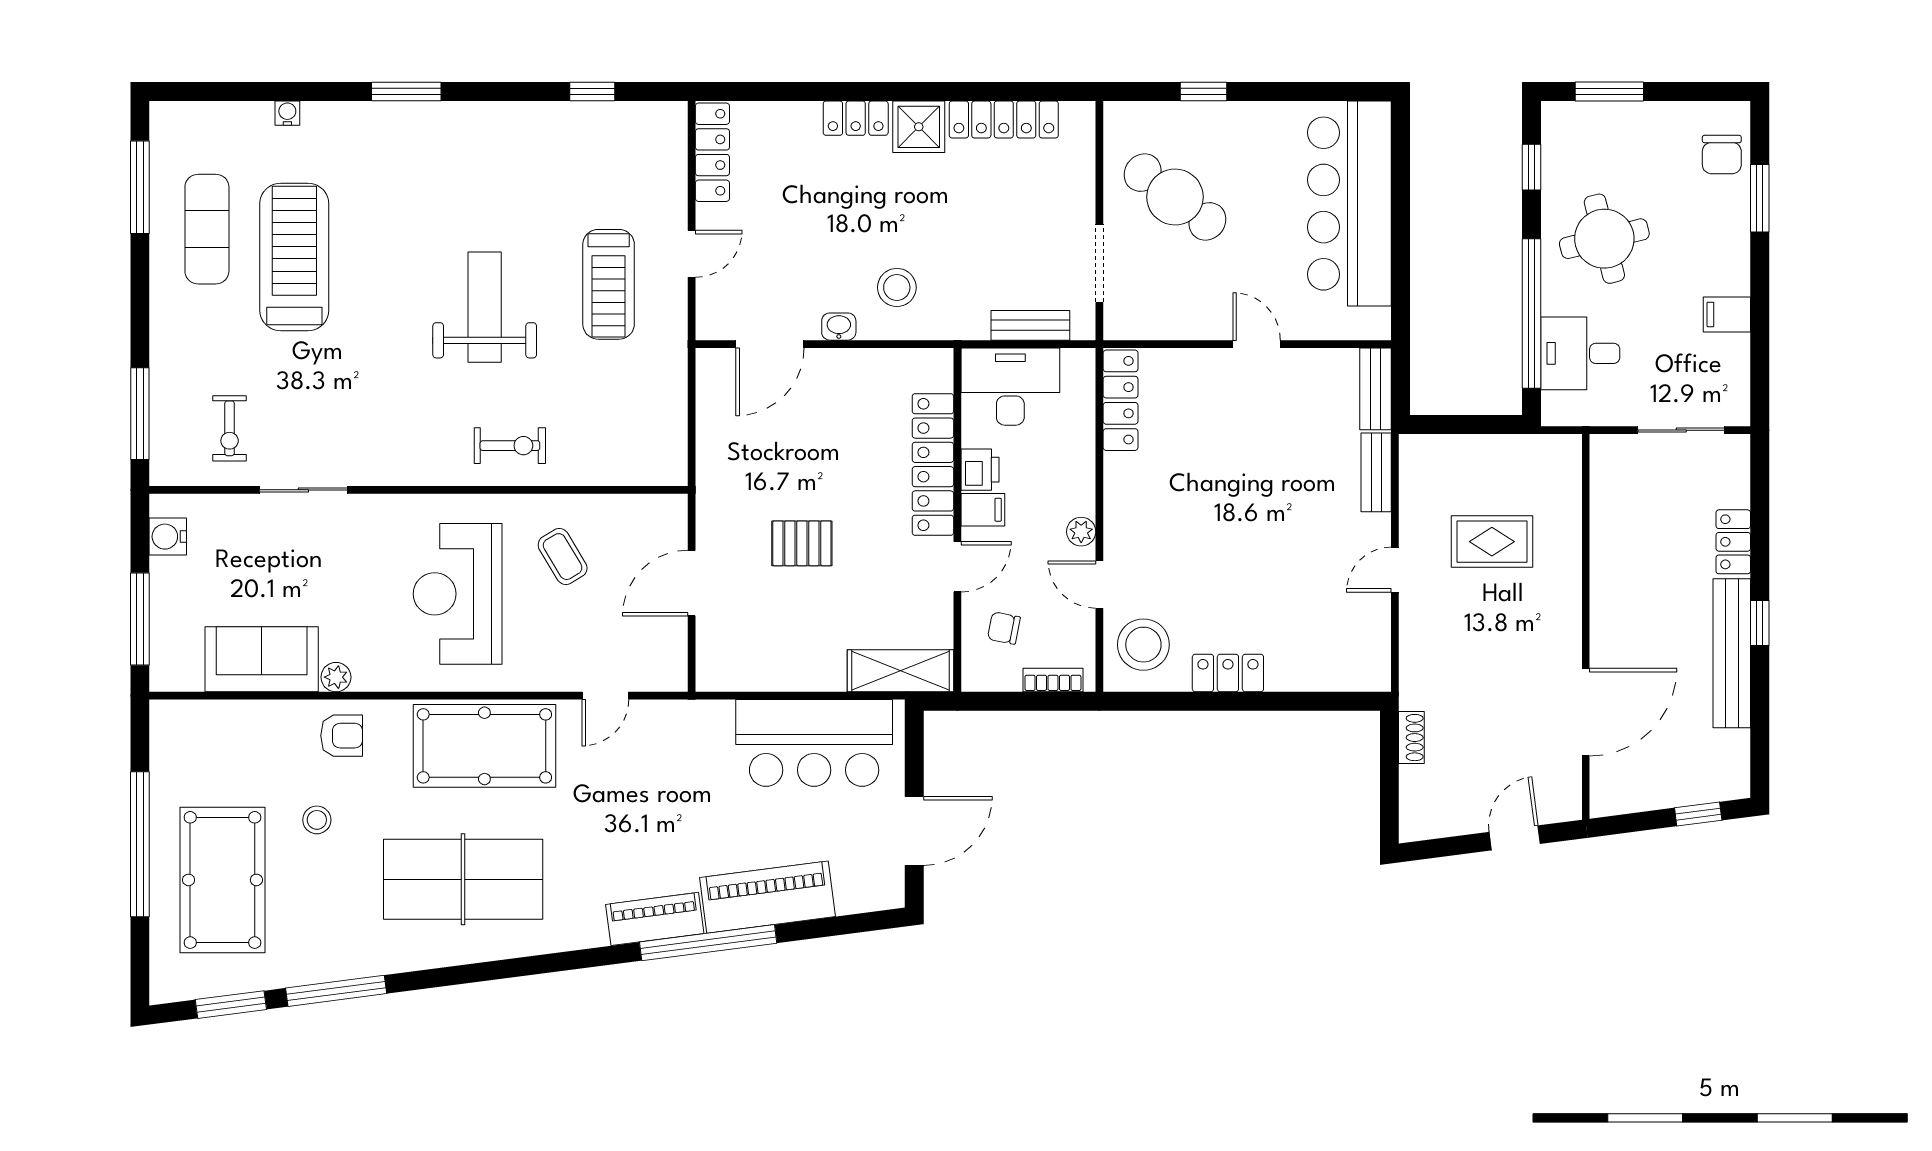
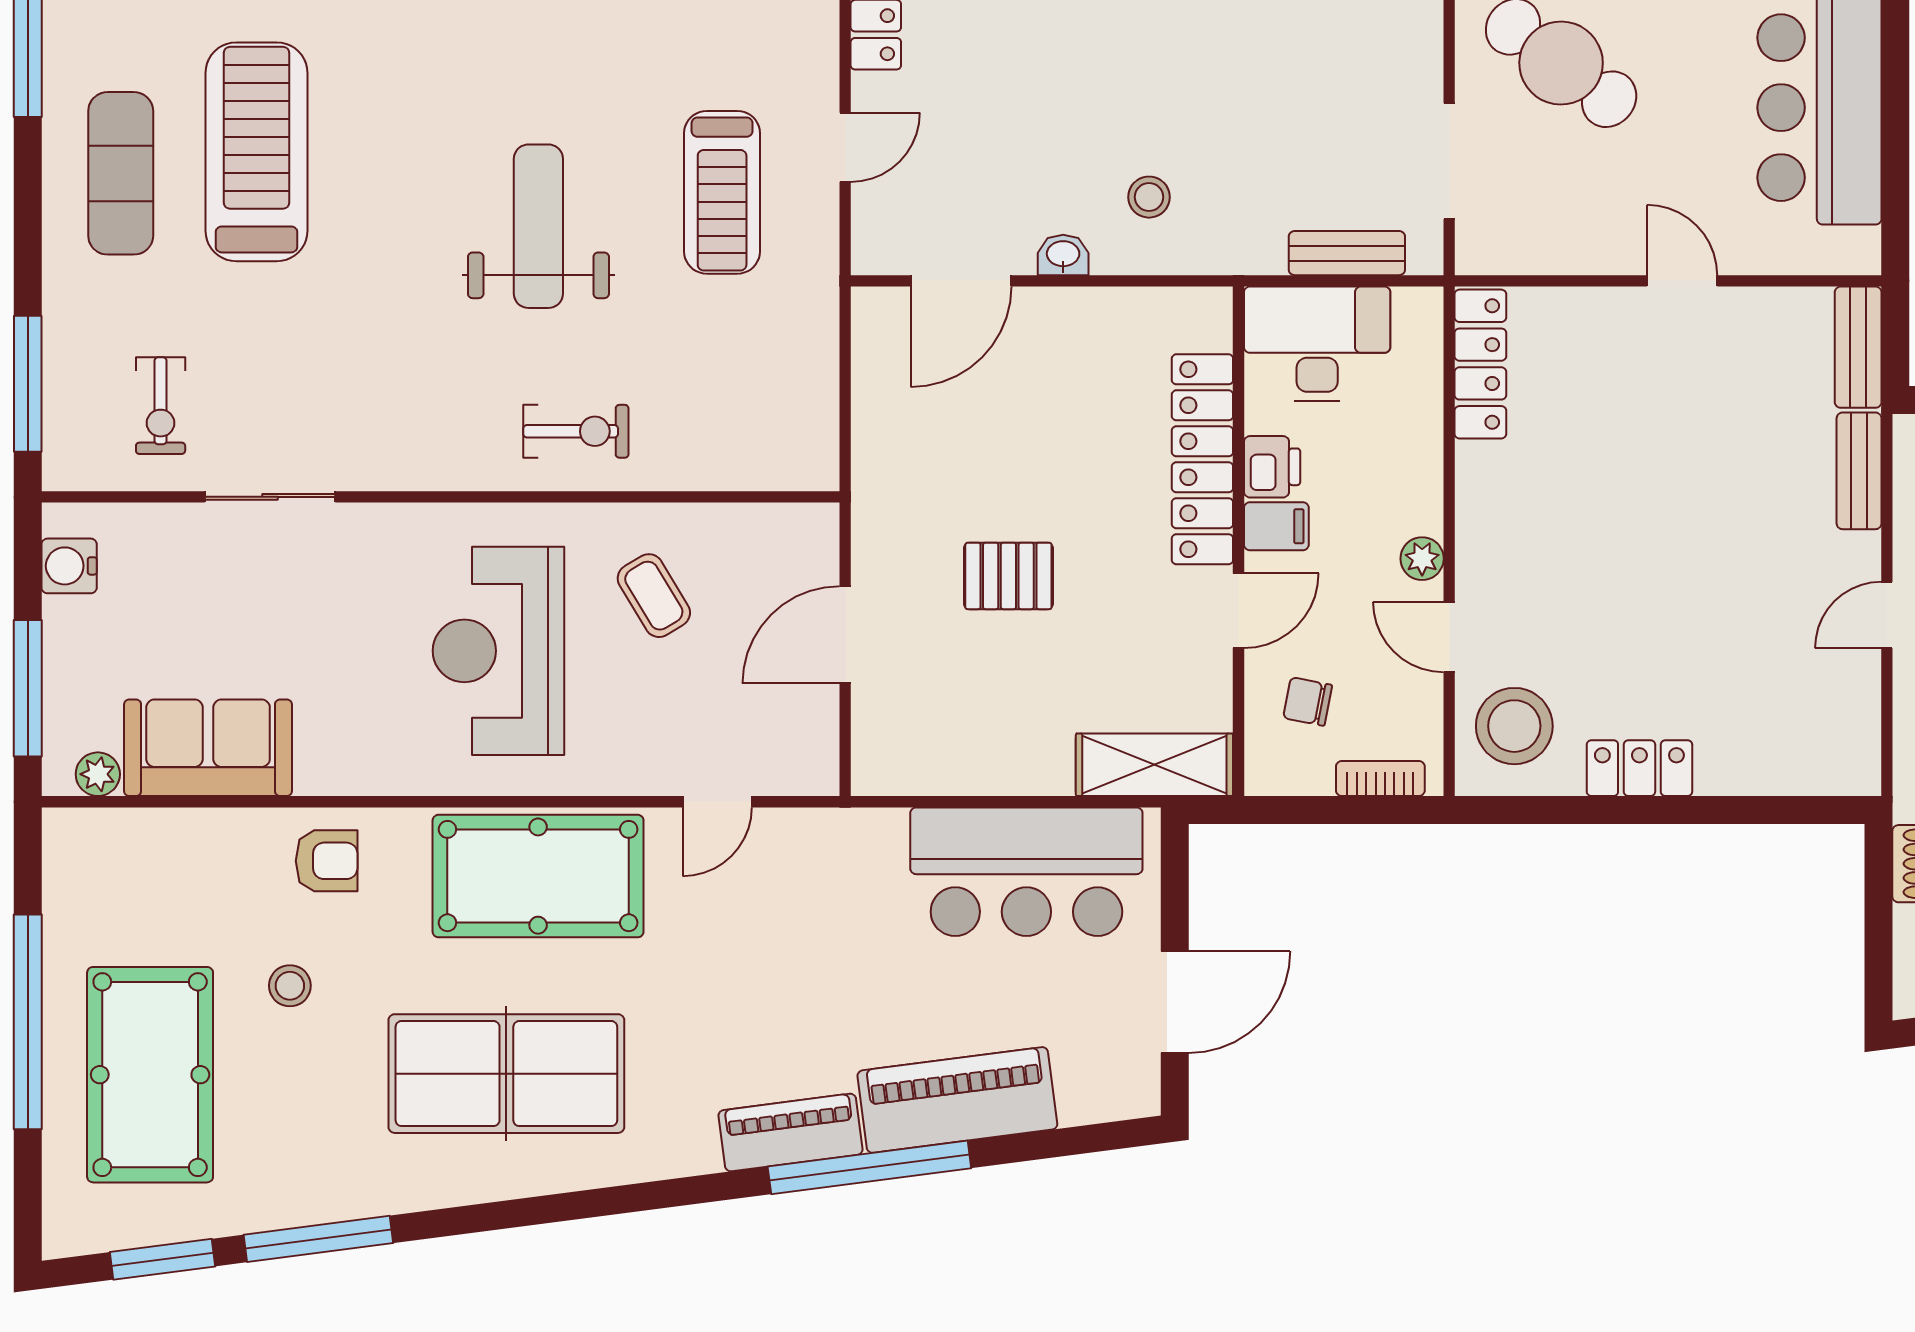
exercise mat: (207, 229) -> (121, 173), moved
stool: (897, 287) -> (1149, 197), width x0.73, depth x0.73
plant: (336, 677) -> (98, 774), moved

